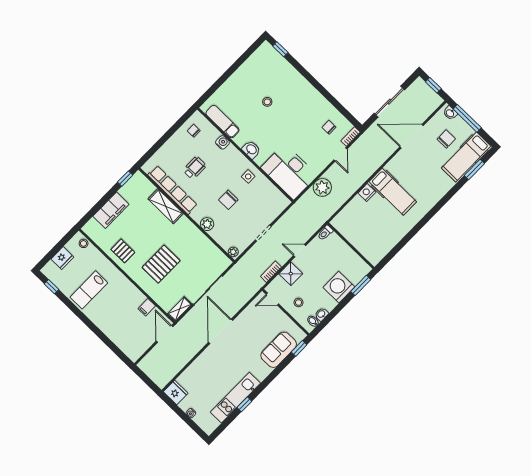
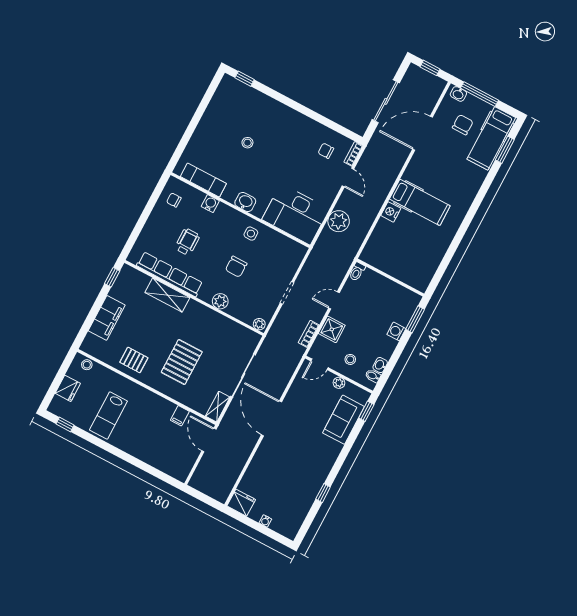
washing machine: (339, 287) -> (396, 331), width x0.53, depth x0.53
plant: (284, 319) -> (339, 383), added
kitchen unit: (235, 398) -> (311, 488), removed

